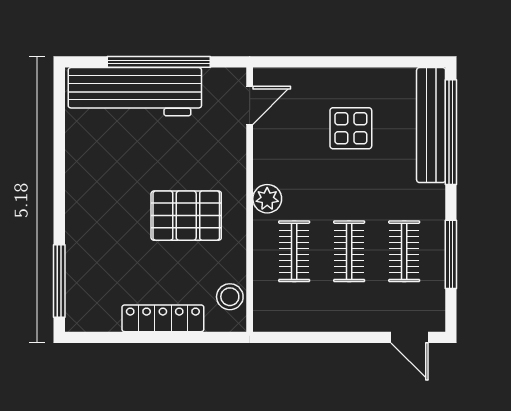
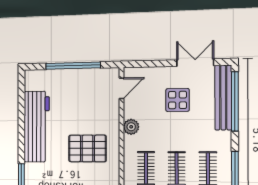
double door: (382, 62) -> (195, 63), added
workbench: (135, 92) -> (37, 127), moved, turned -90
plant: (267, 199) -> (131, 127), moved

